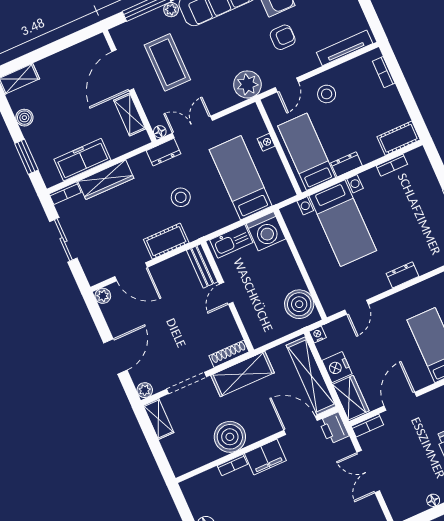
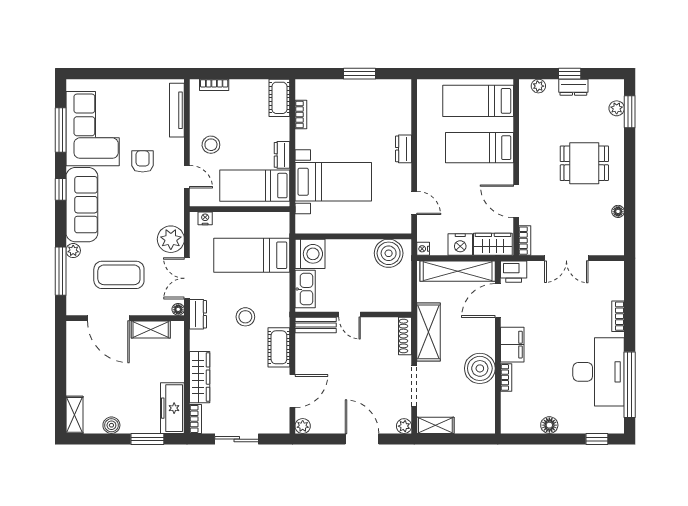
plant: (247, 84) -> (171, 239), moved
nightstand: (266, 142) -> (205, 218), moved
freezer: (82, 160) -> (172, 408), moved

